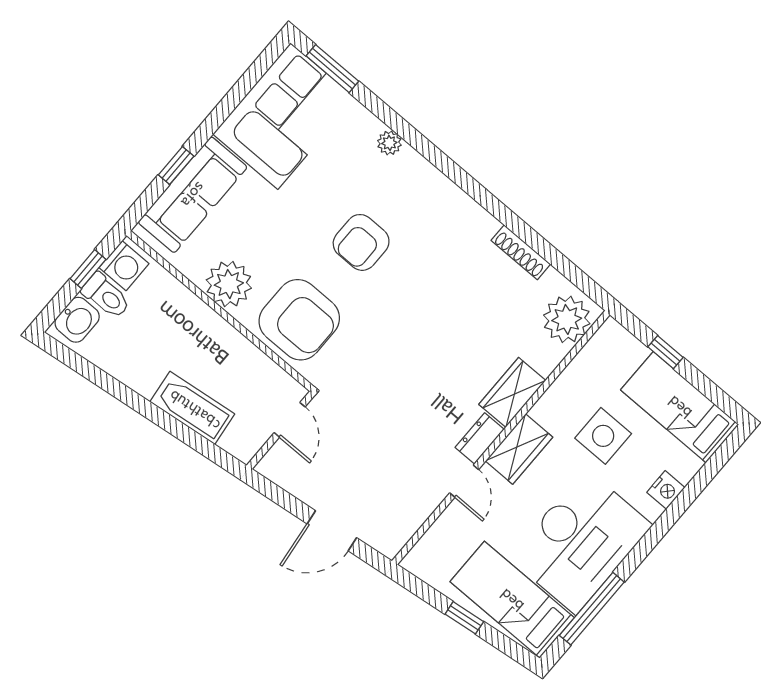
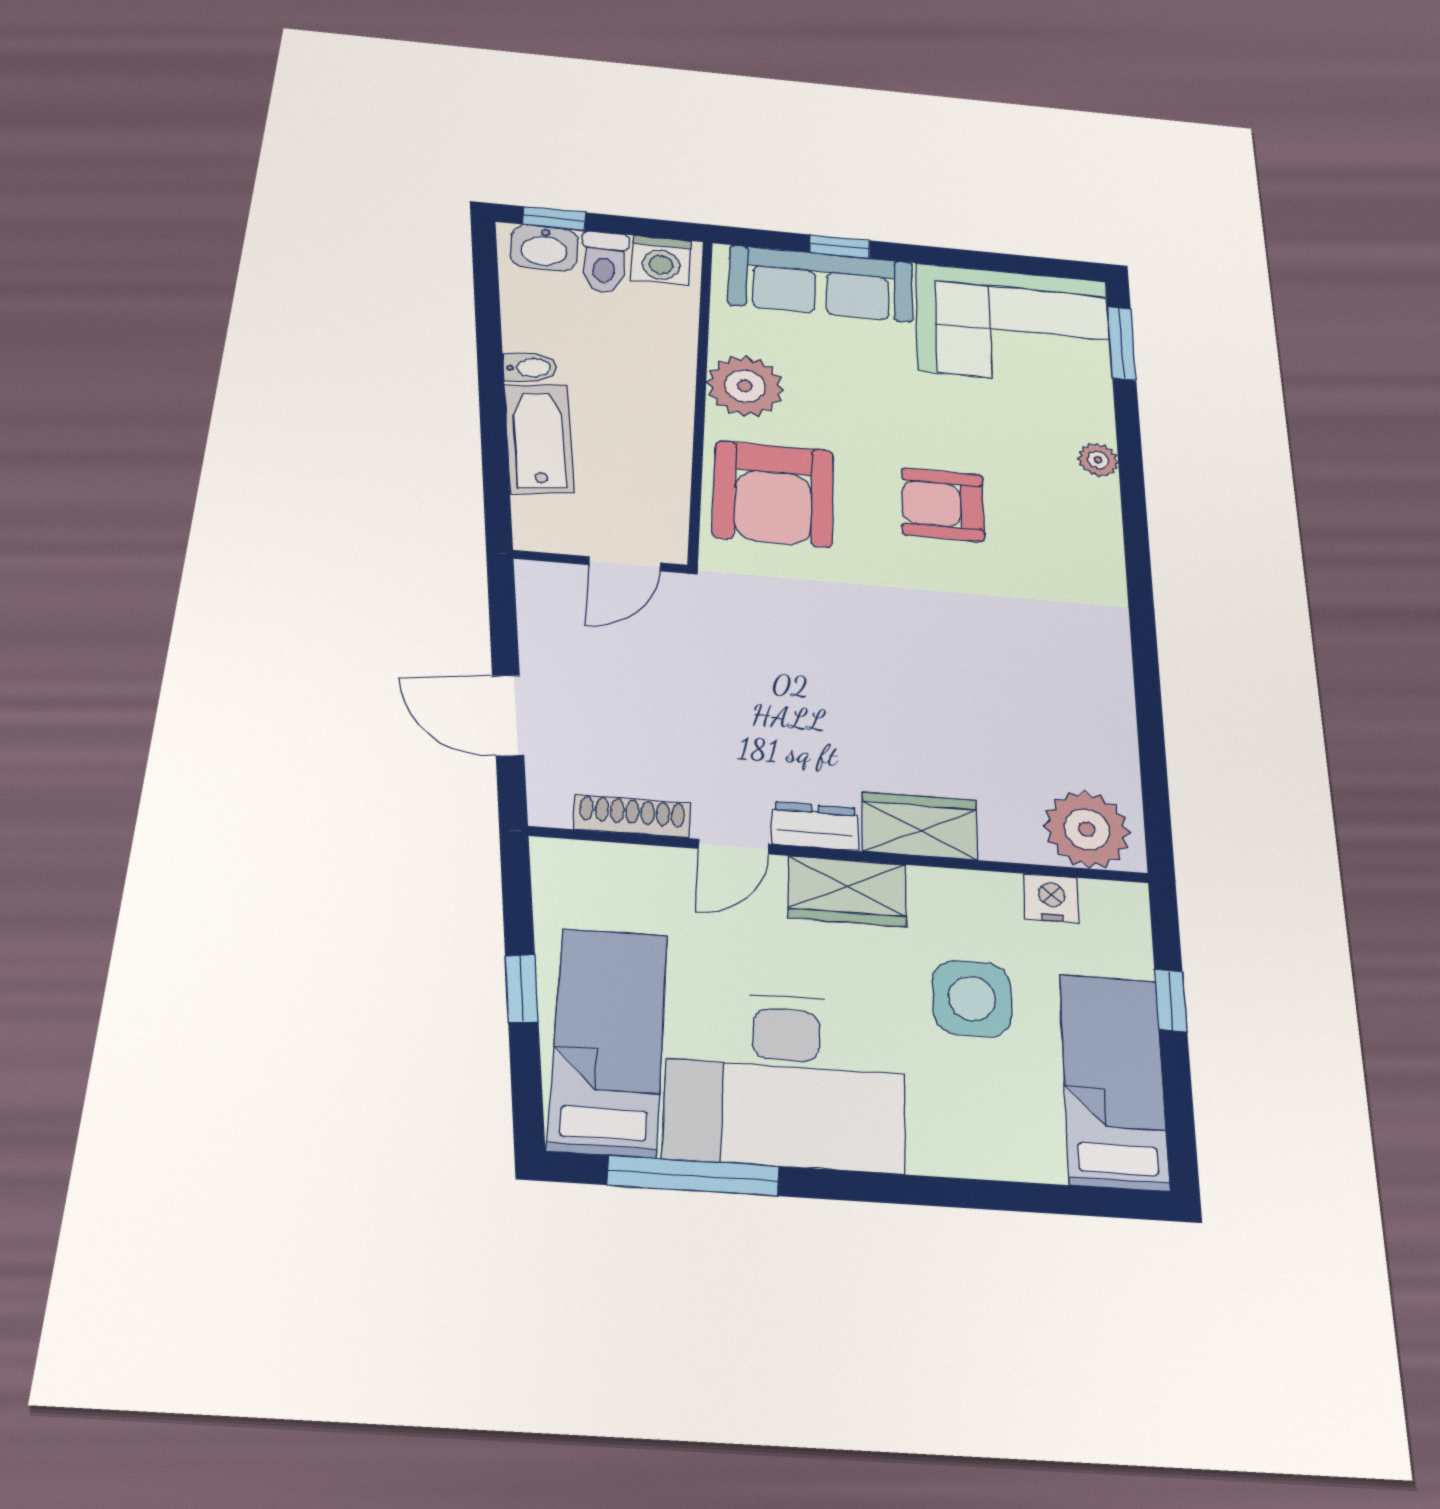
shoe rack: (521, 252) -> (632, 816), moved, turned 90
window: (88, 269) -> (554, 218), moved
bidet: (147, 382) -> (530, 368), added
nightstand: (666, 490) -> (1052, 898), moved, turned 180

